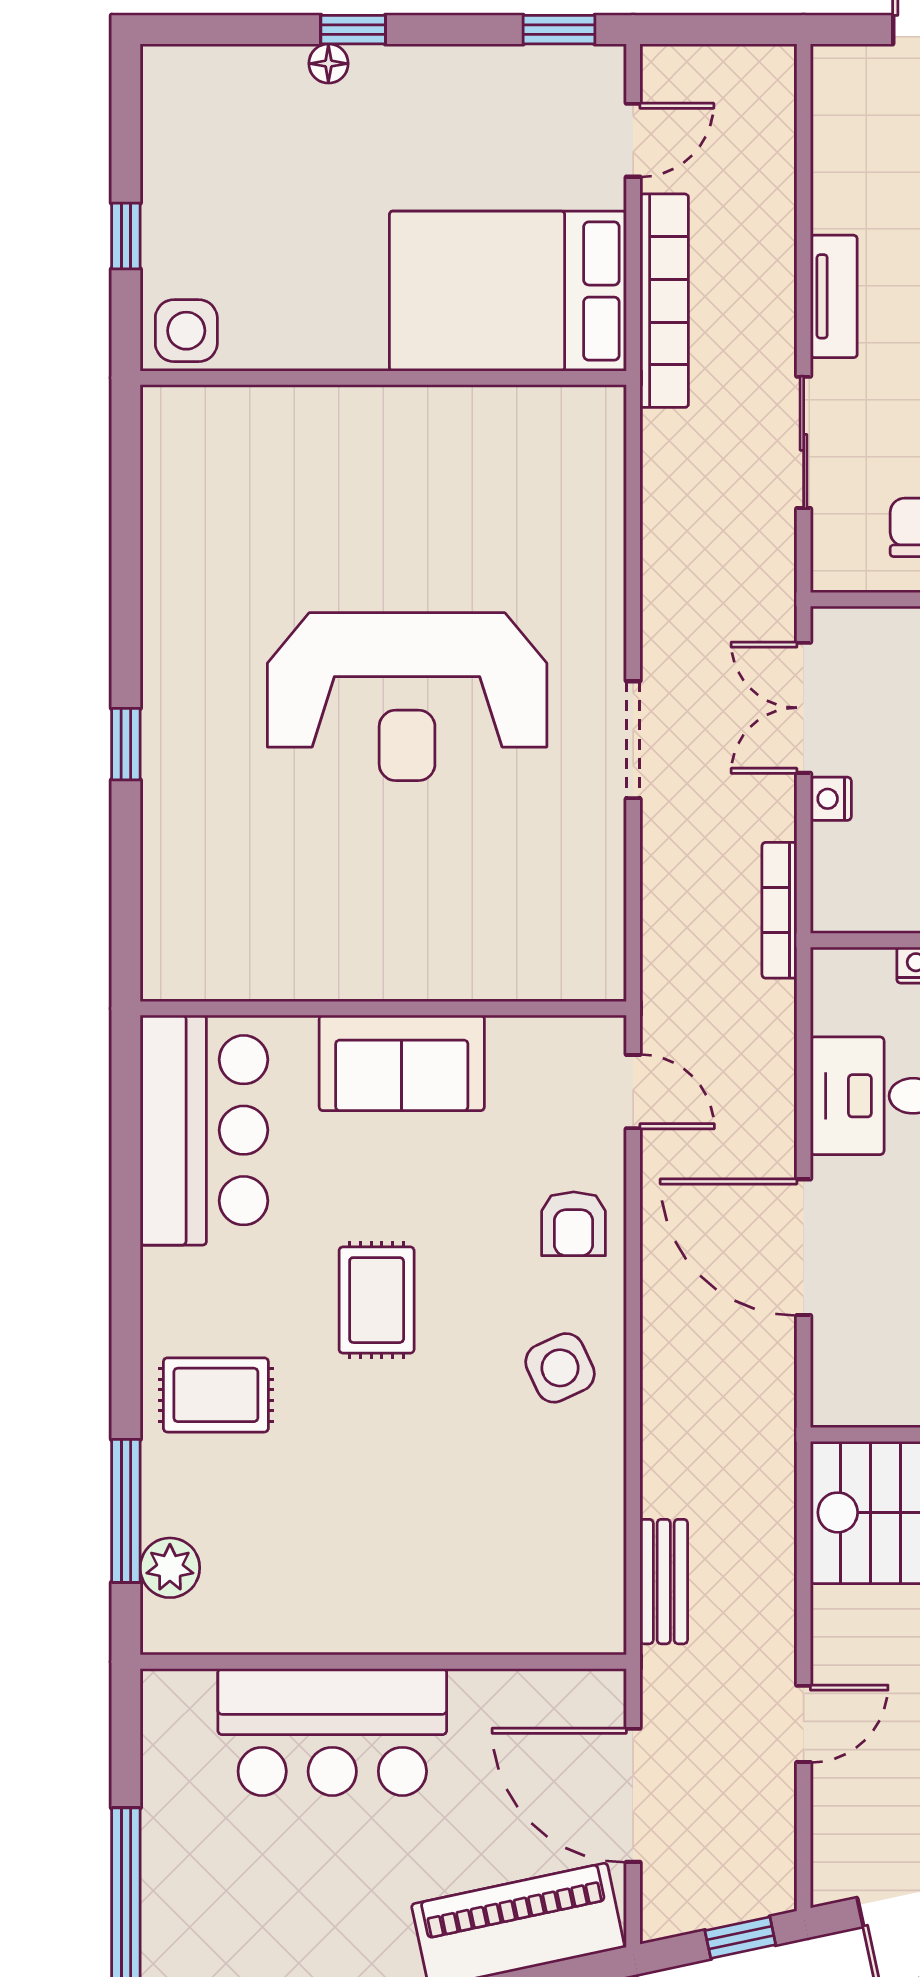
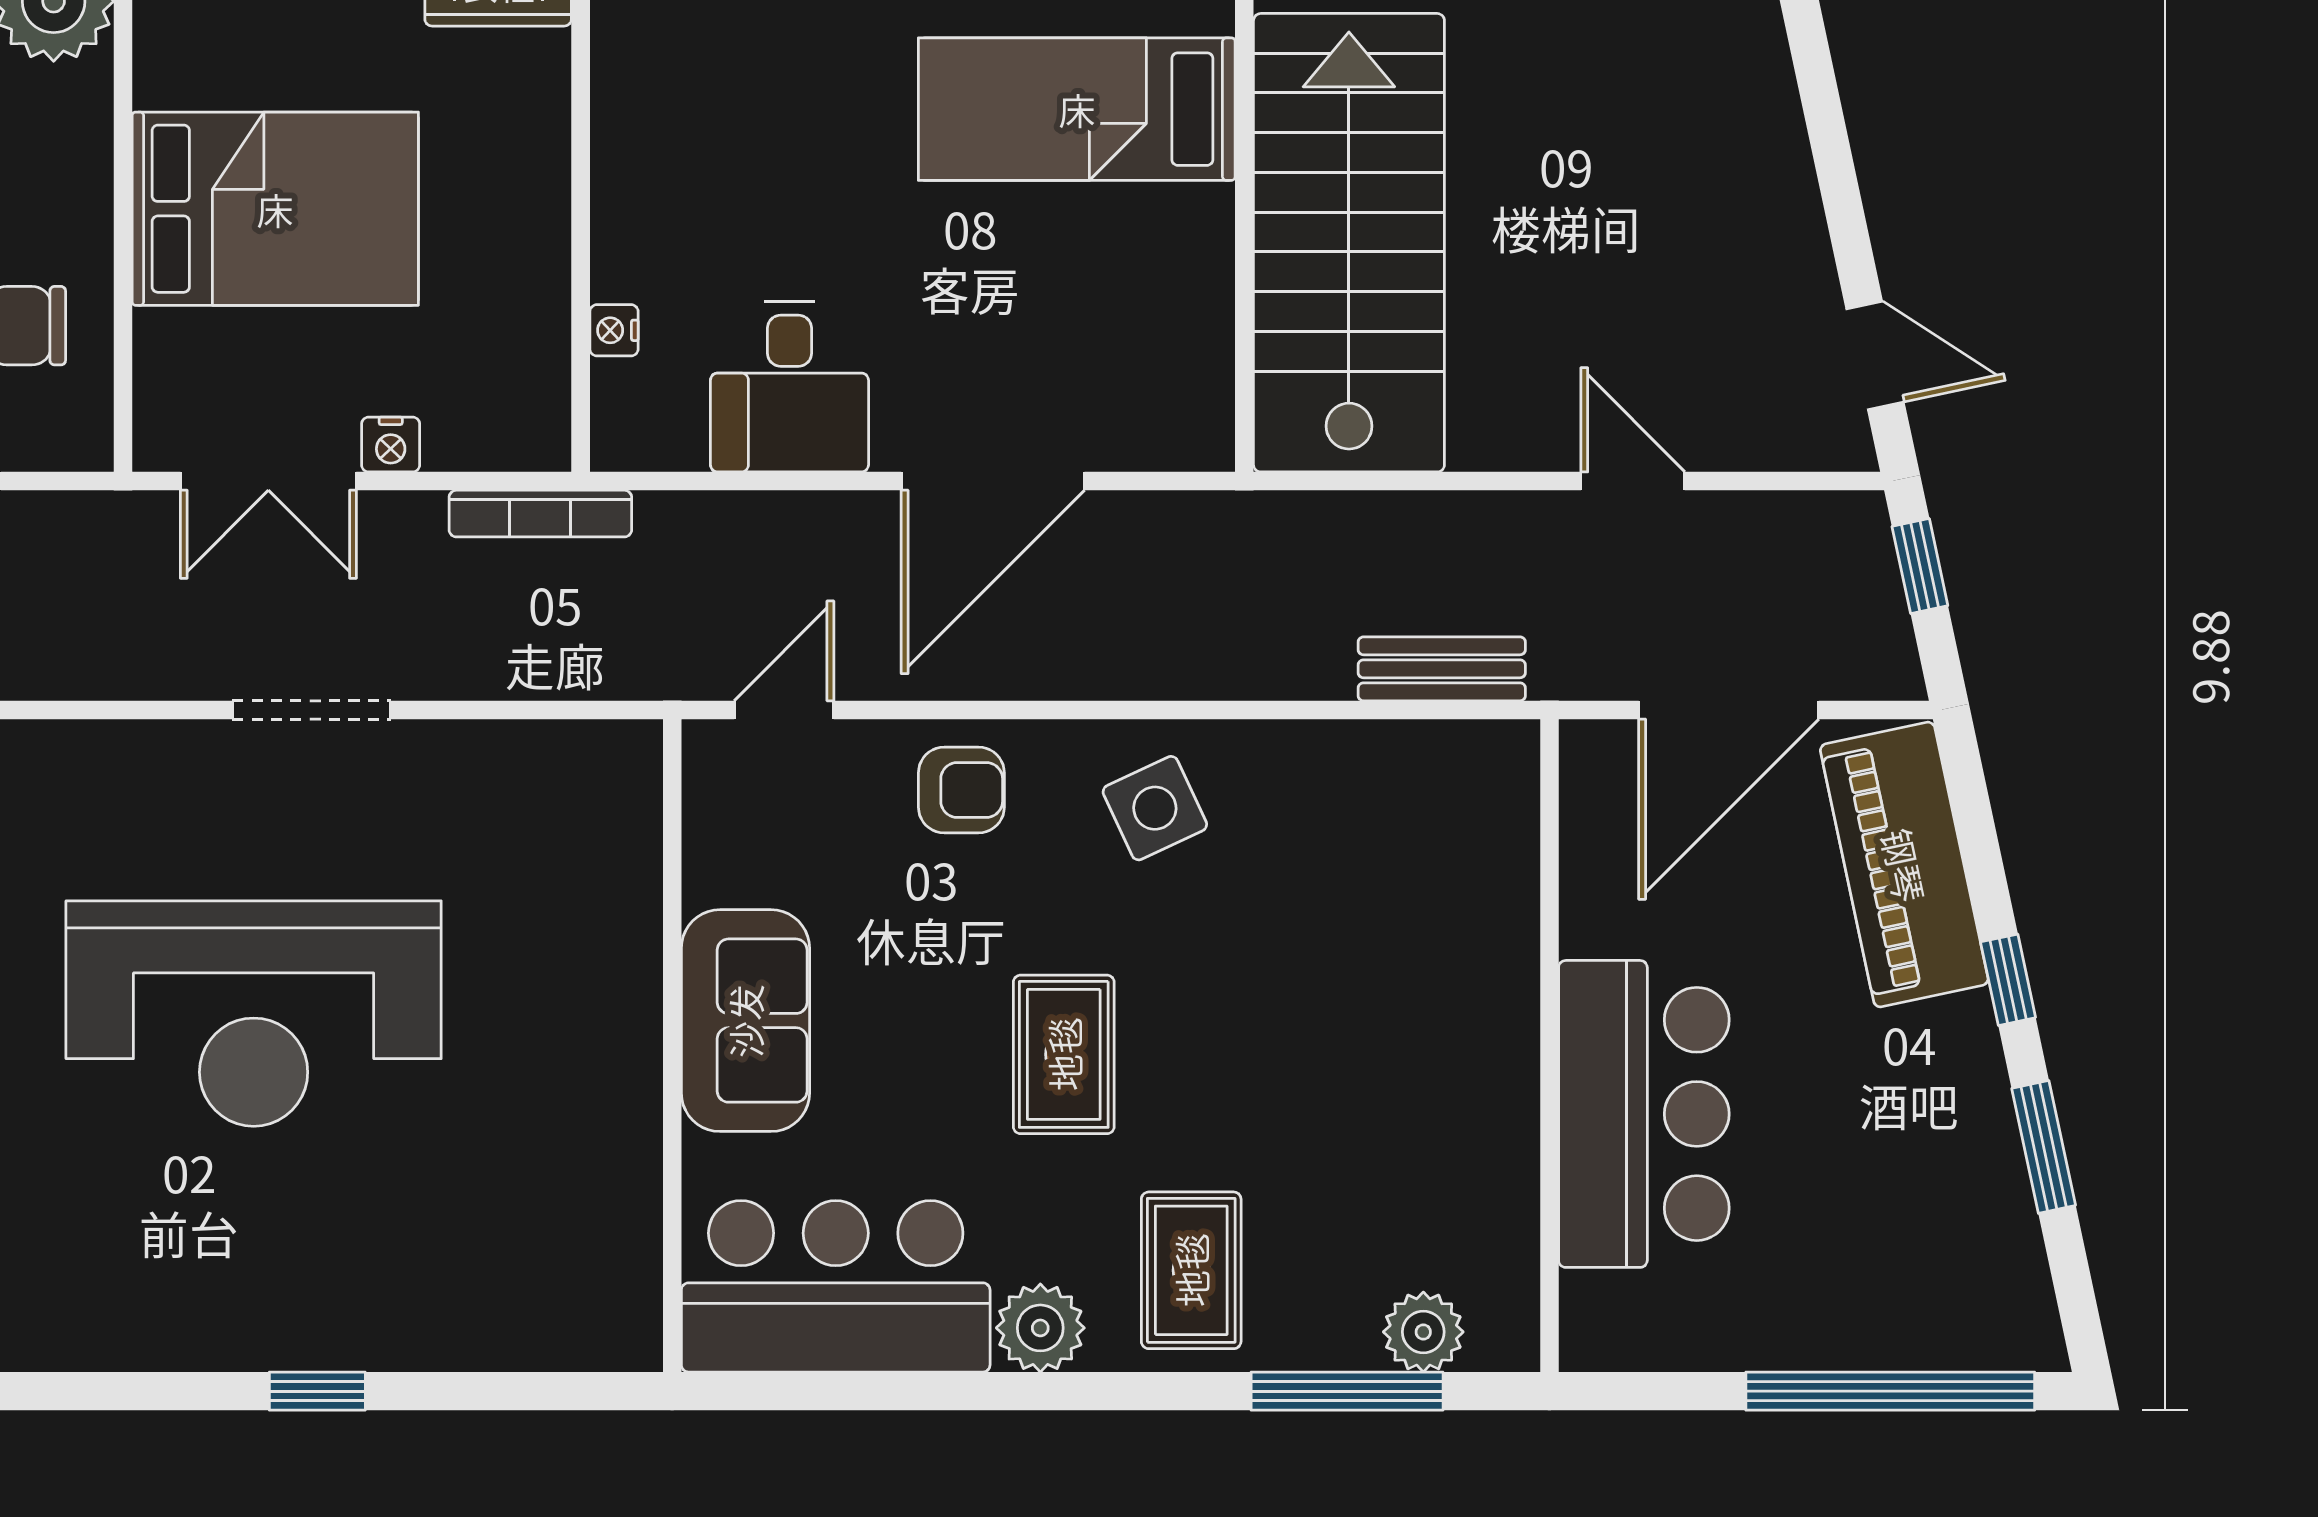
reception desk: (407, 697) -> (254, 1014), turned 90
plant: (173, 1283) -> (1040, 1328), added
rug: (377, 1300) -> (1064, 1054), turned 90

